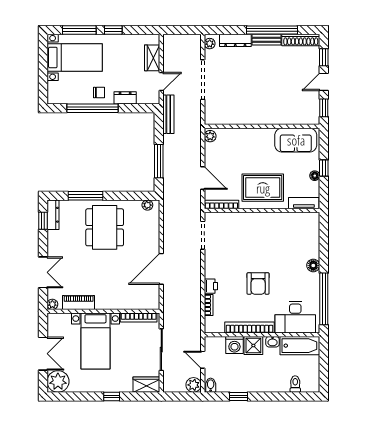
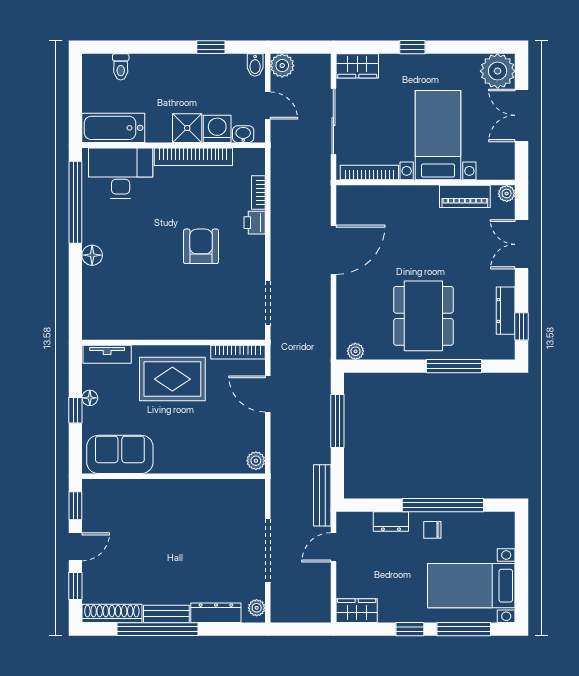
wardrobe: (152, 58) -> (357, 611), moved, turned -90
dresser: (53, 215) -> (506, 311), moved
armchair: (258, 283) -> (201, 246), moved
washbasin: (273, 342) -> (243, 134), moved

